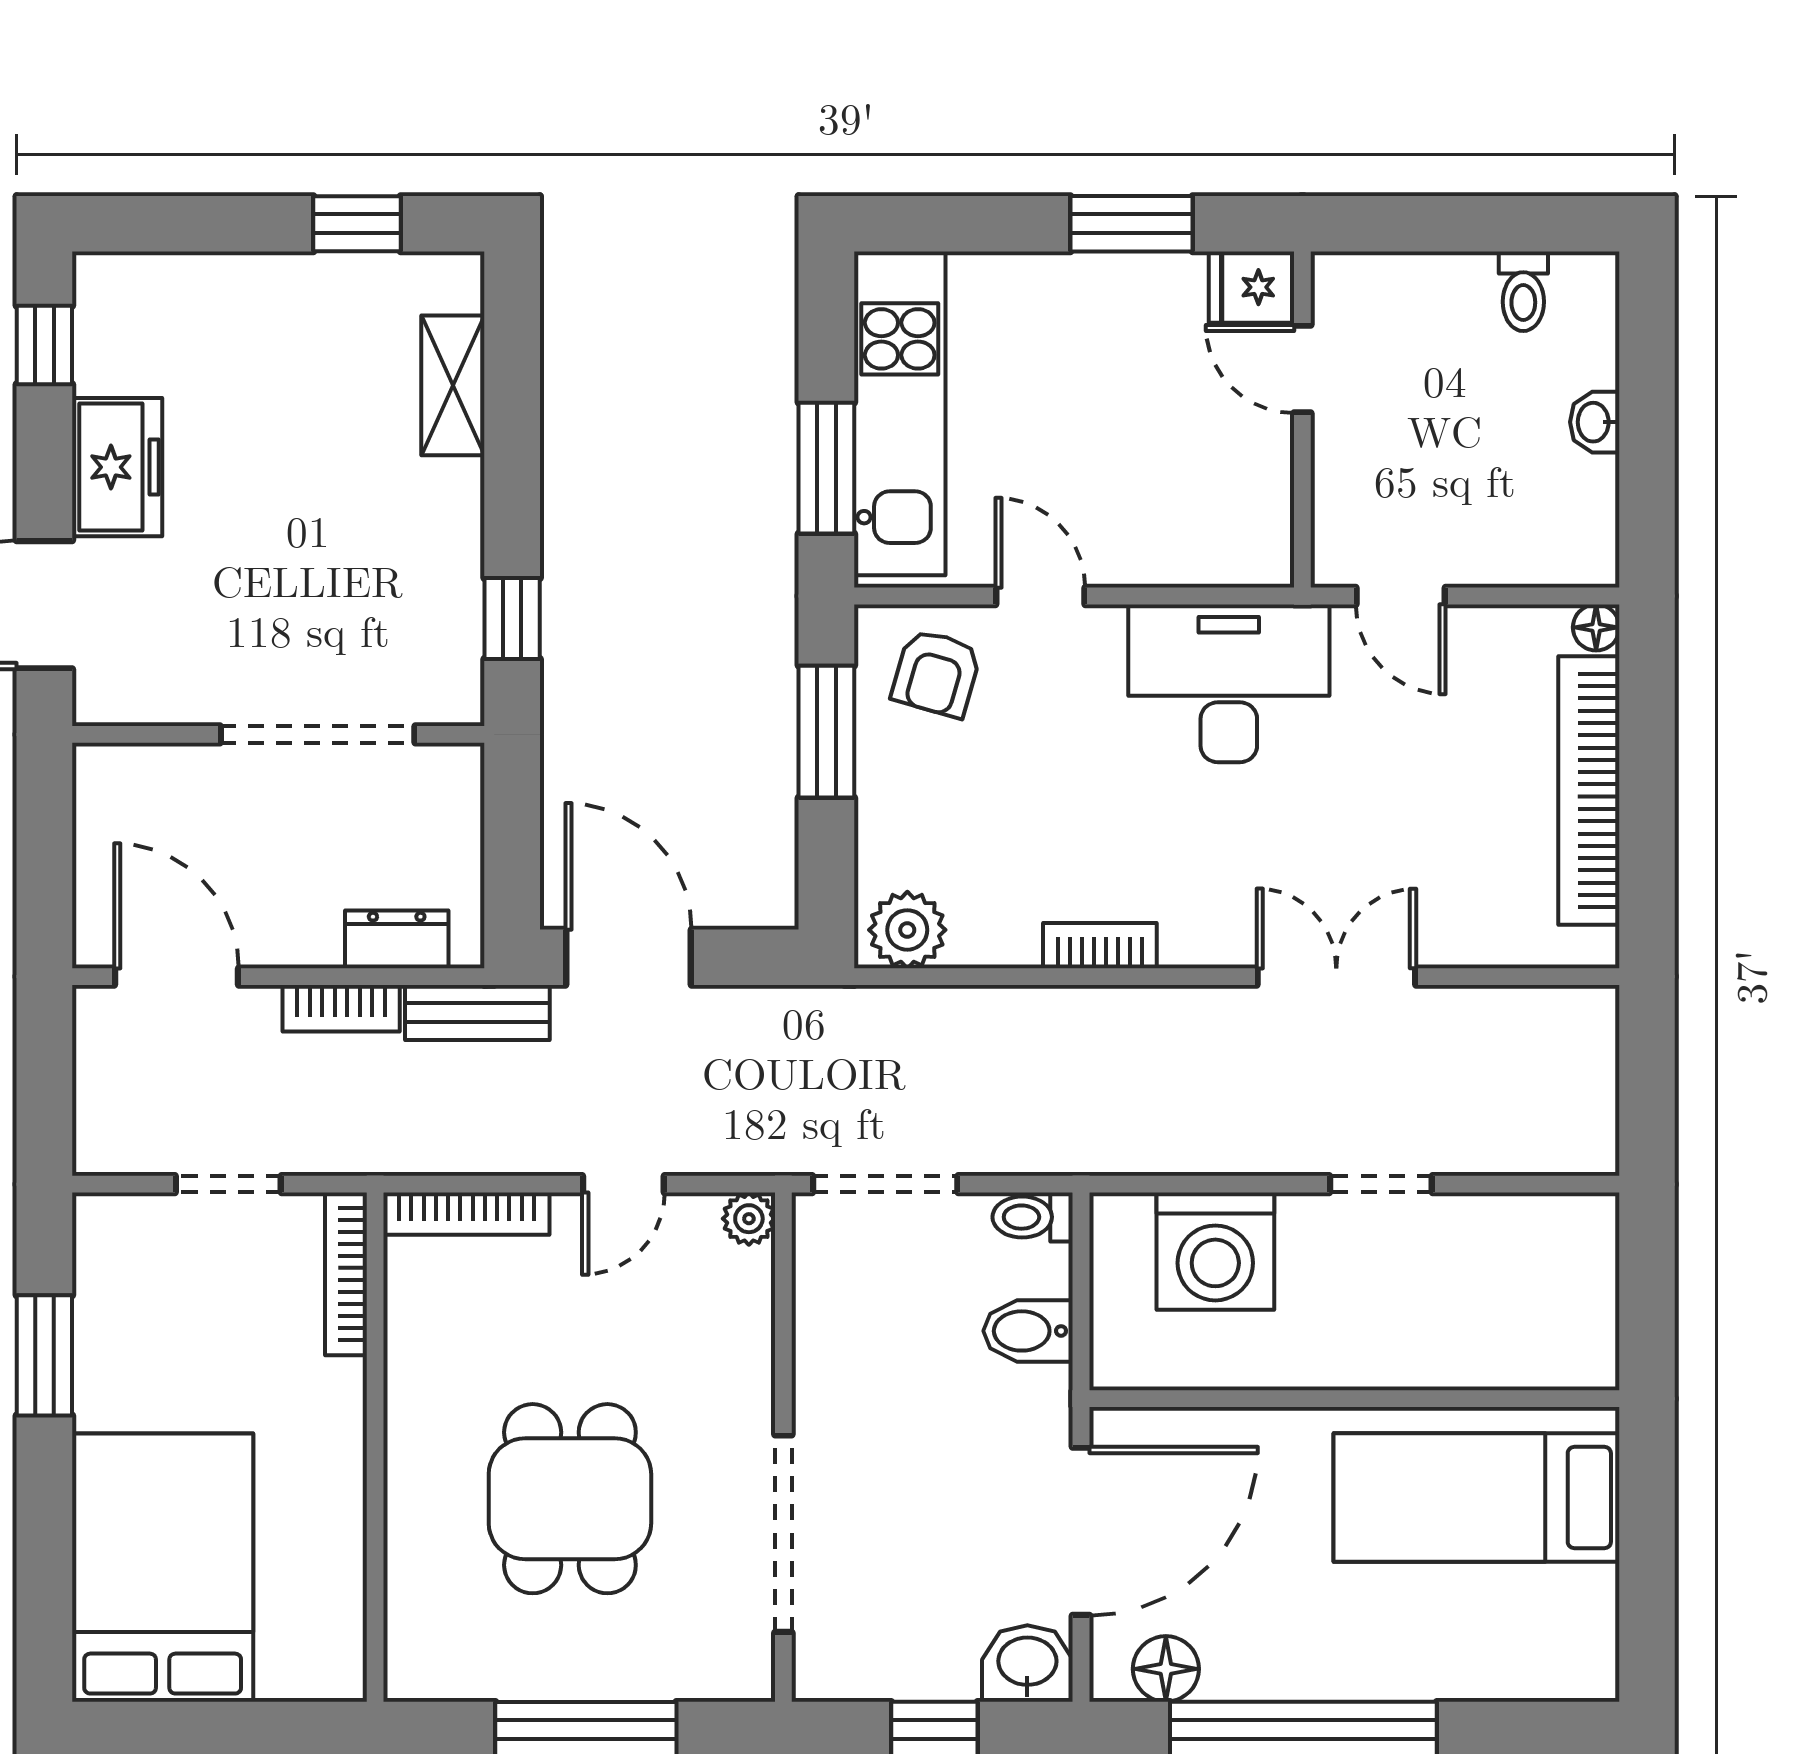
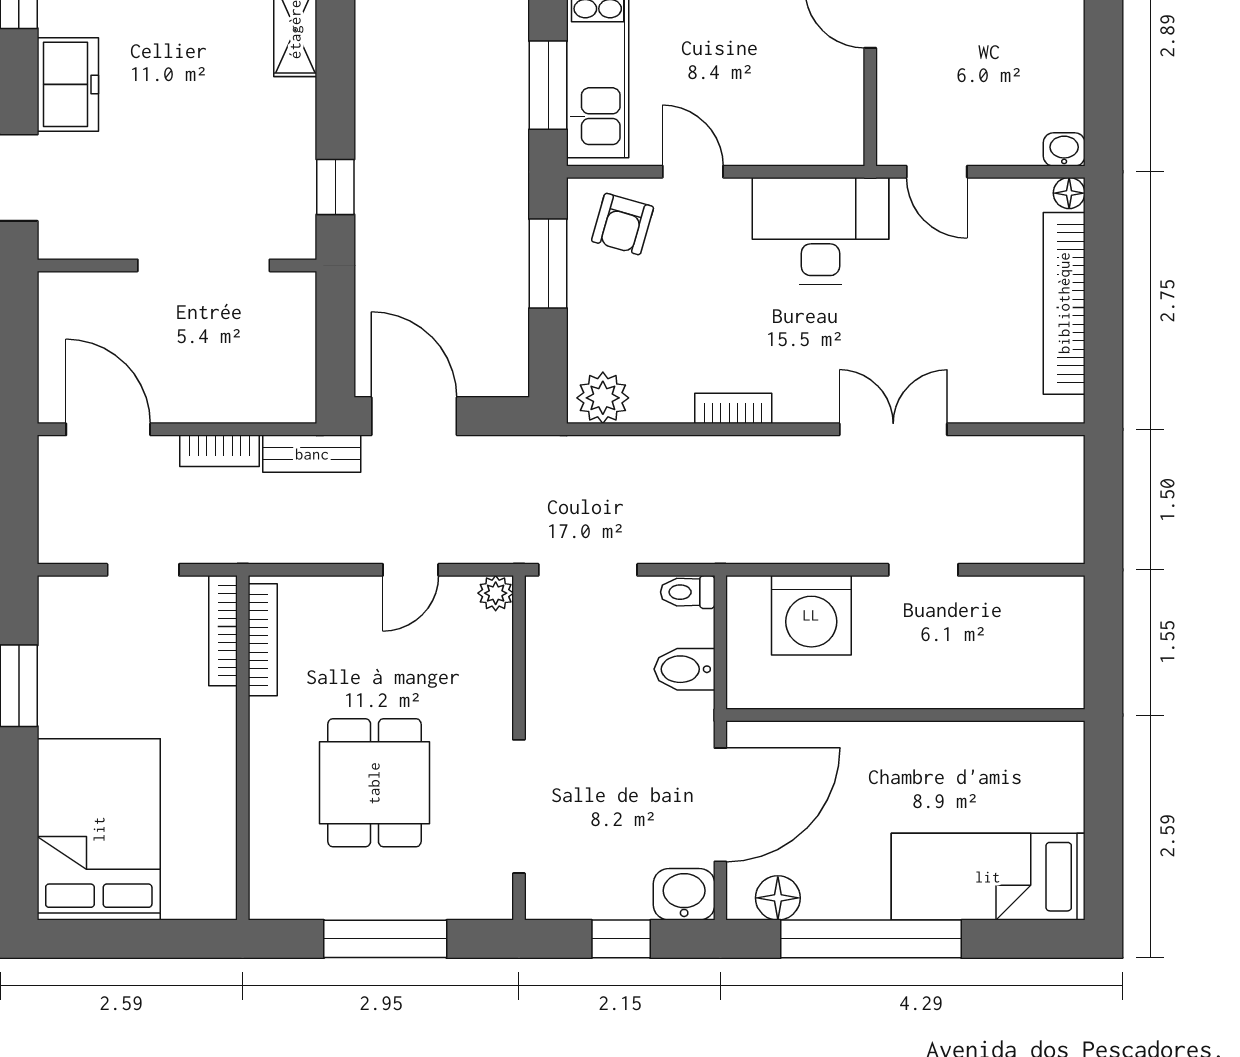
washbasin: (1595, 422) -> (1064, 149), moved, turned 90
dresser: (397, 939) -> (257, 404), removed
bookcase: (466, 1214) -> (263, 640), moved, turned -90
bed: (1476, 1498) -> (988, 877), moved

